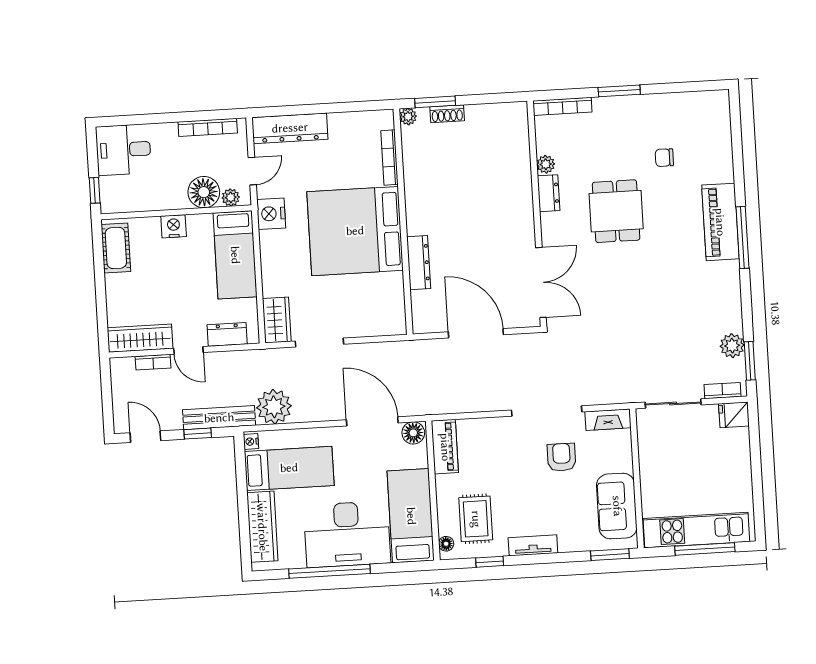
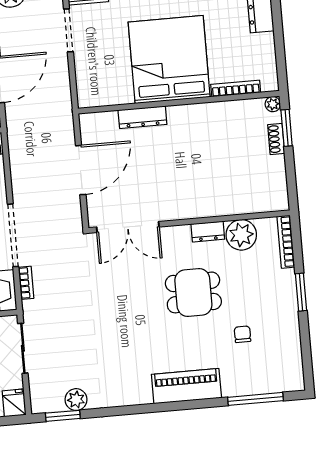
plant: (546, 164) -> (241, 235), width x1.88, depth x1.88
window: (743, 238) -> (255, 399), moved
bookcase: (722, 391) -> (26, 283), moved

